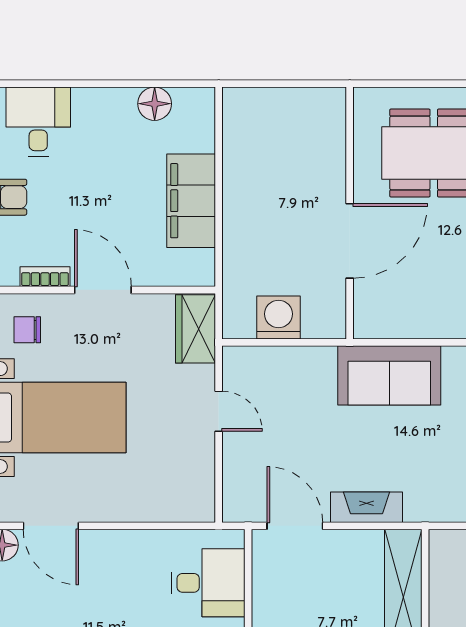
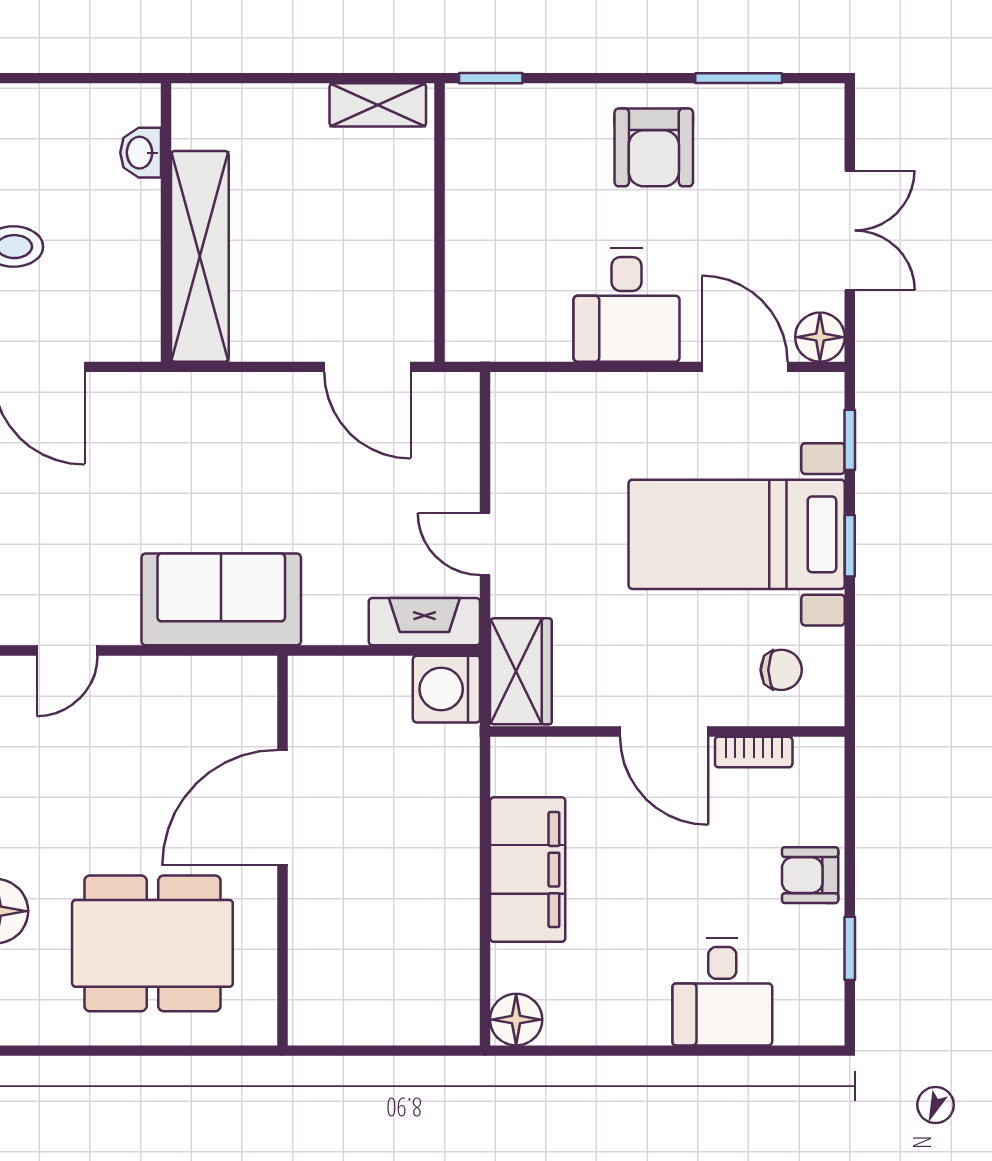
floor lamp: (155, 104) -> (516, 1020), moved
desk: (38, 122) -> (722, 992), moved
washing machine: (278, 317) -> (446, 689), moved, turned 90
fireplace: (367, 507) -> (424, 622), moved, turned 180
desk: (208, 583) -> (627, 305), moved, turned -90

